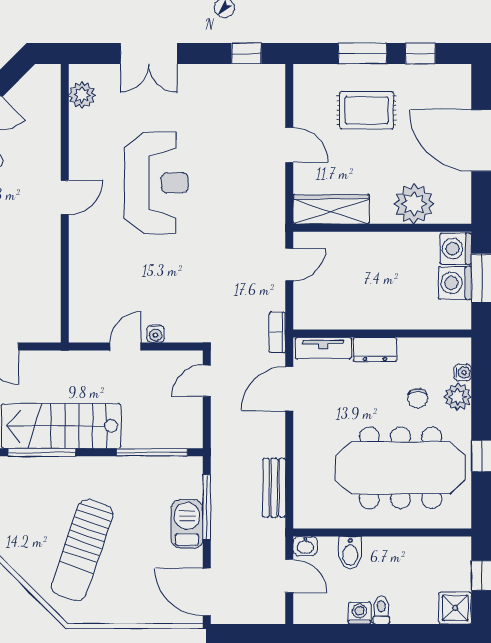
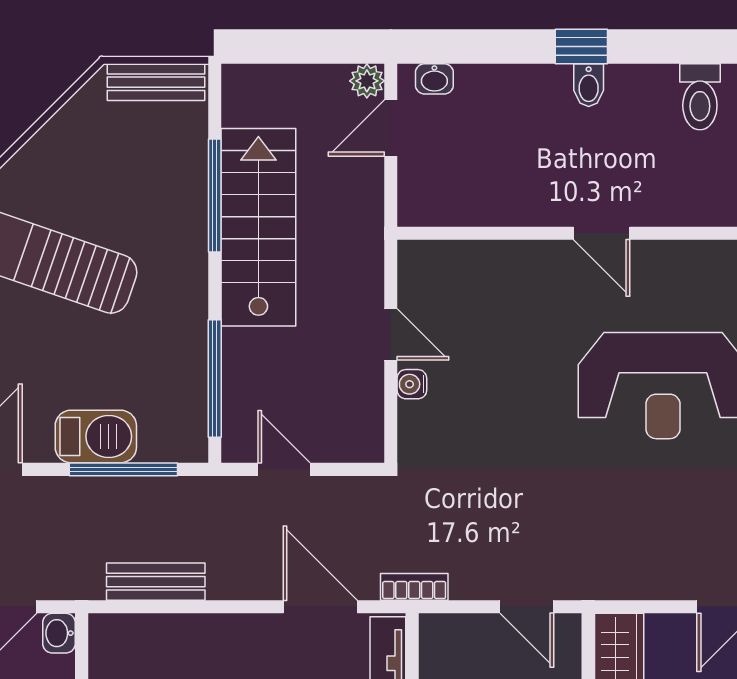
door: (65, 197) -> (602, 233), moved
door: (207, 381) -> (284, 469), moved

